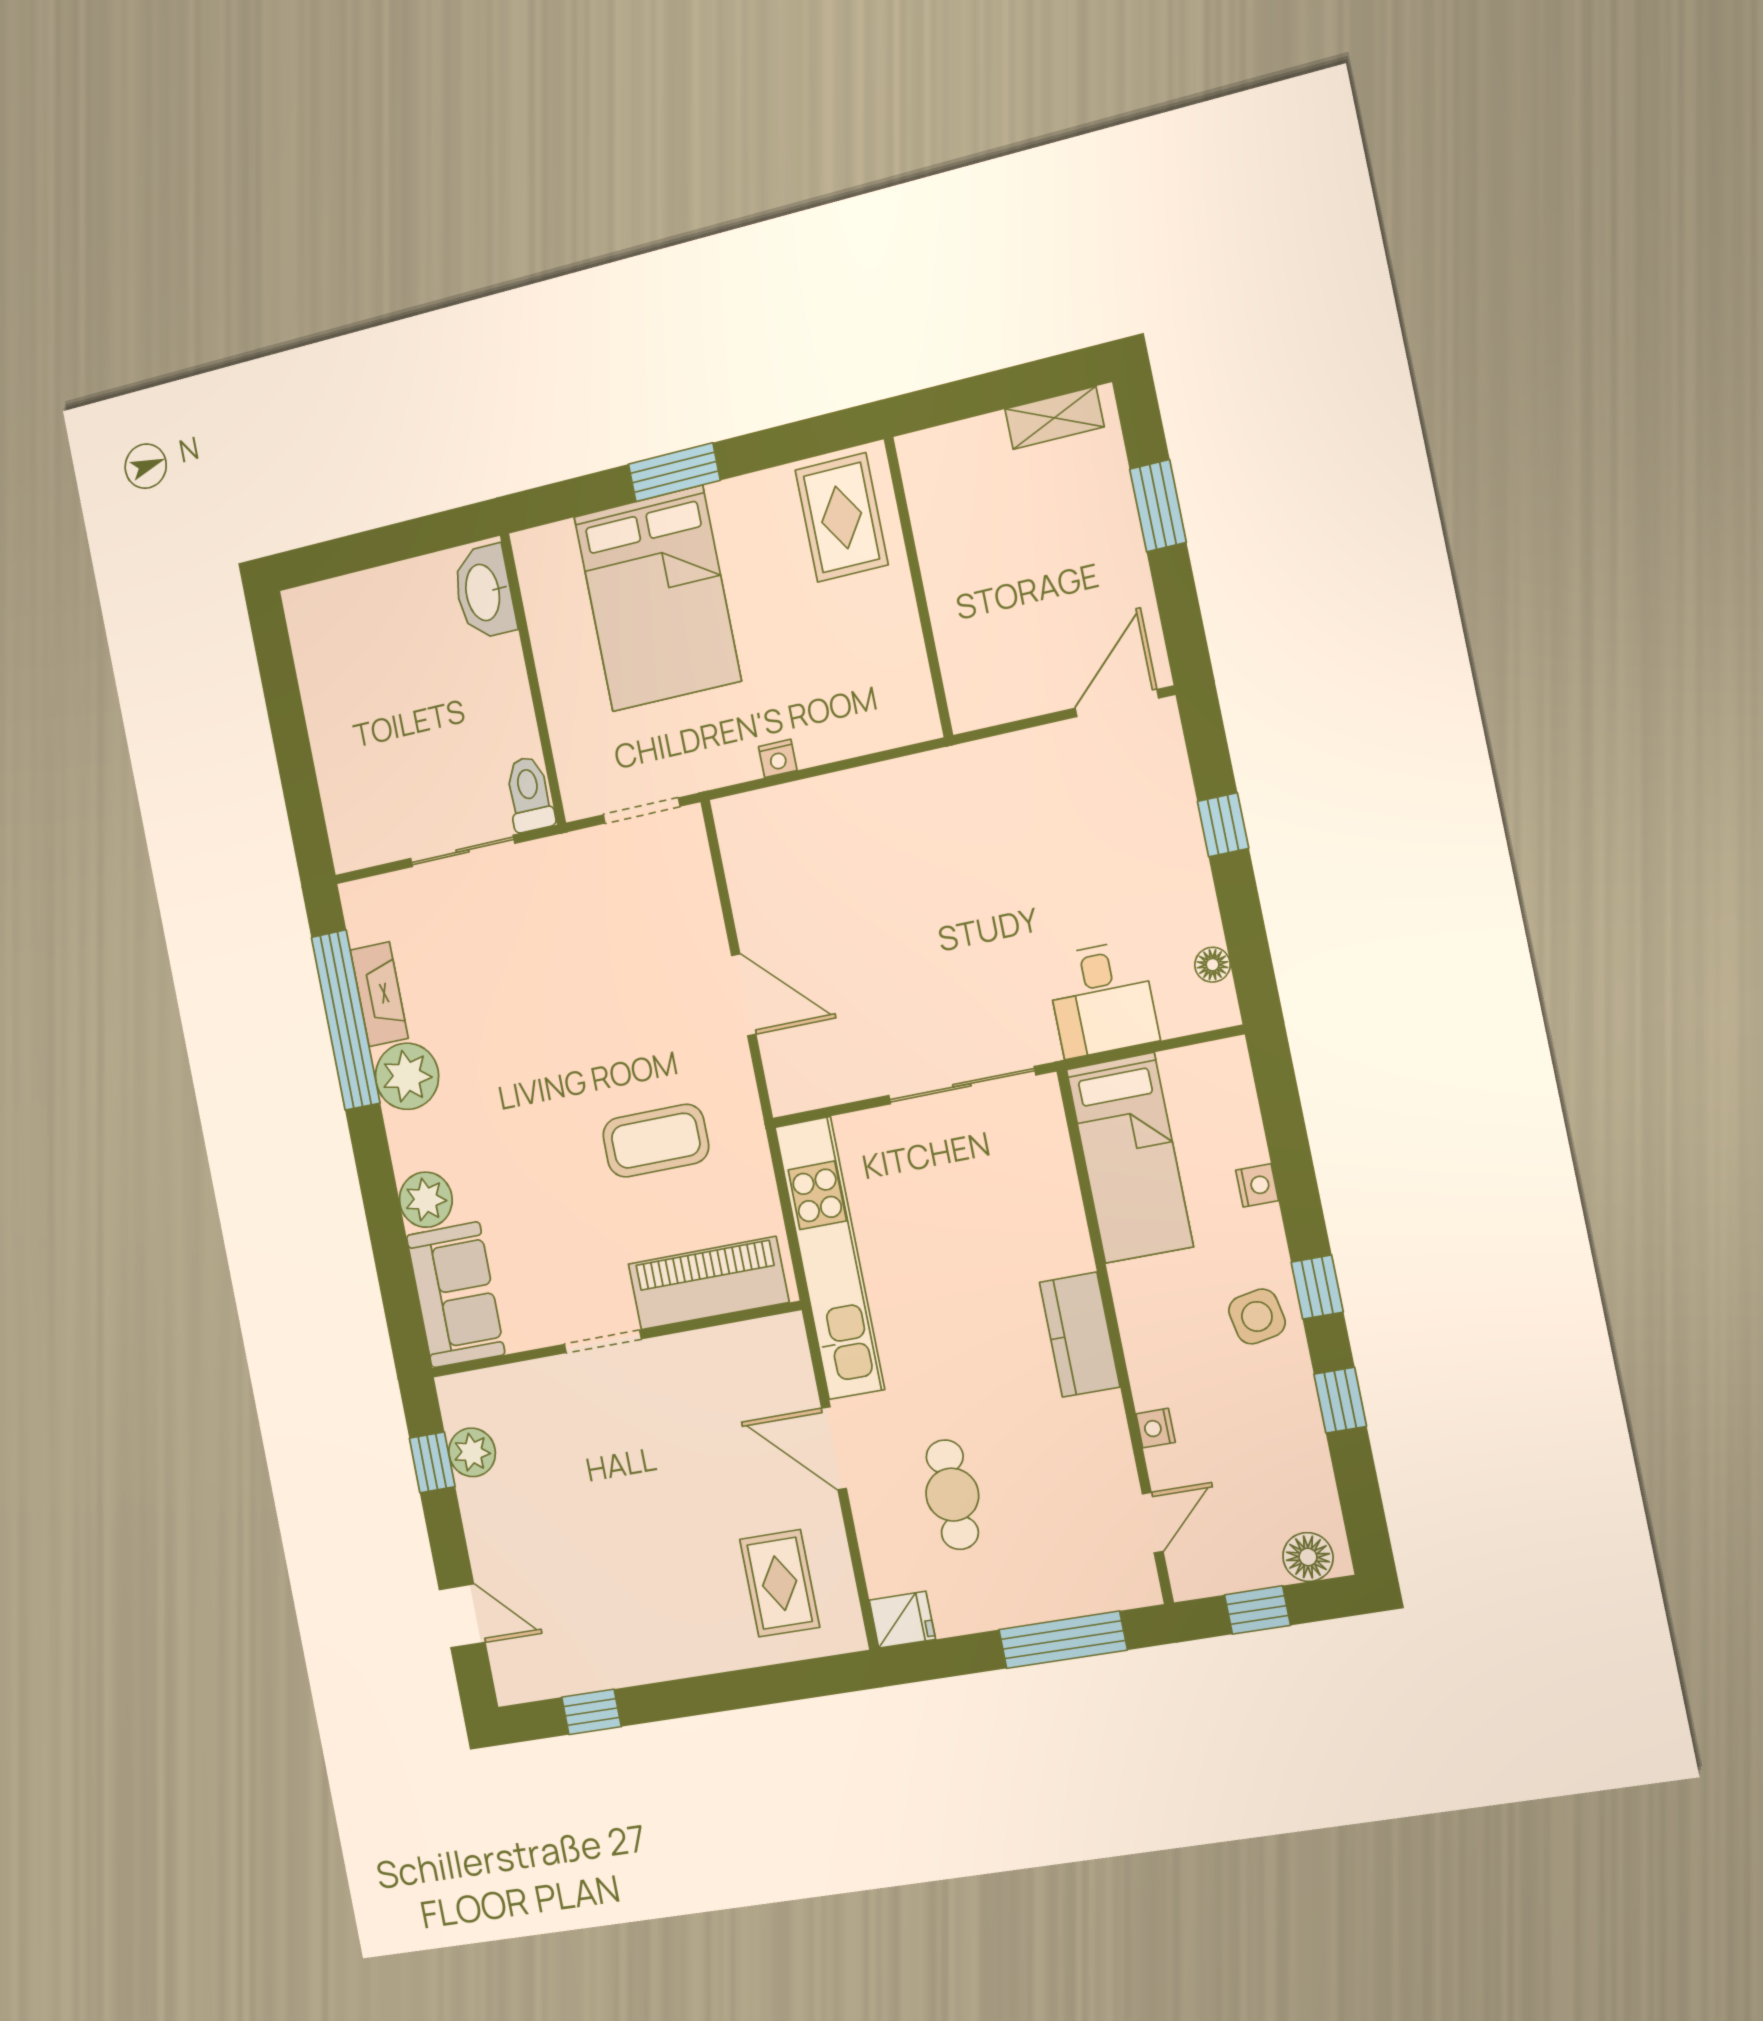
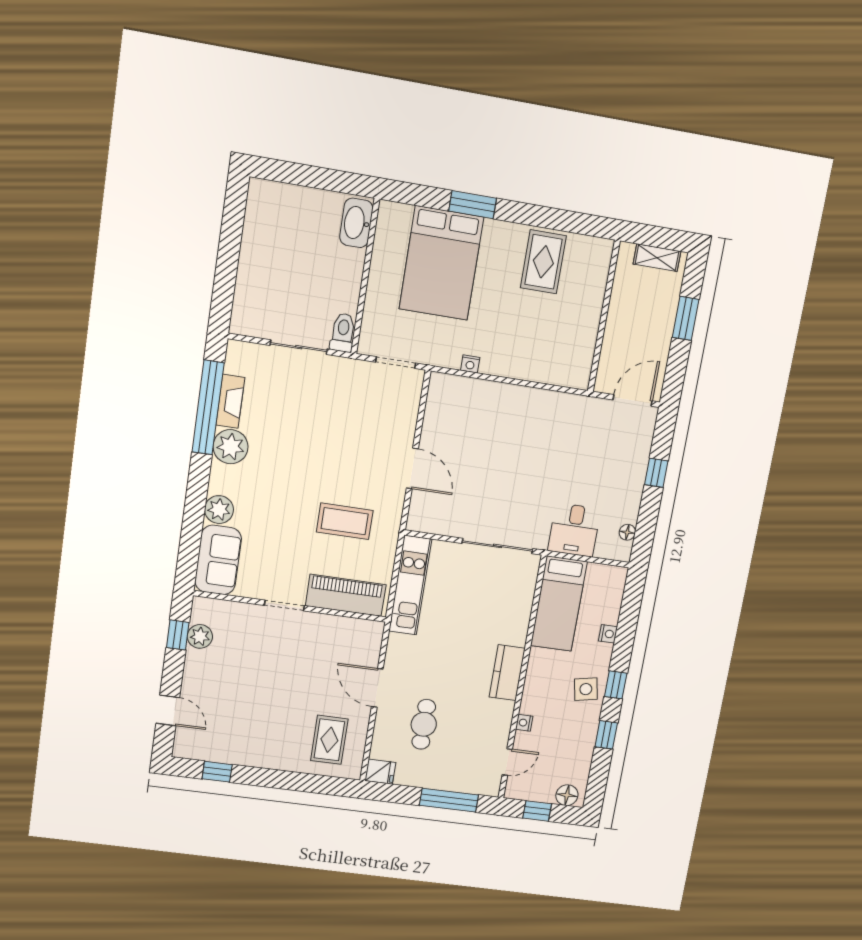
wall: (918, 587) -> (604, 316), moved
kitchen unit: (830, 1258) -> (410, 585), width x0.73

